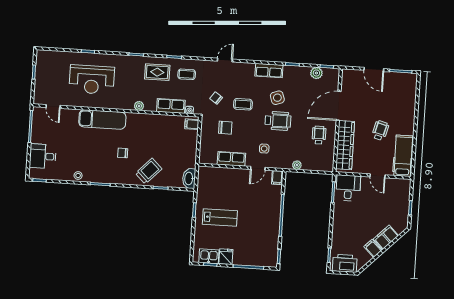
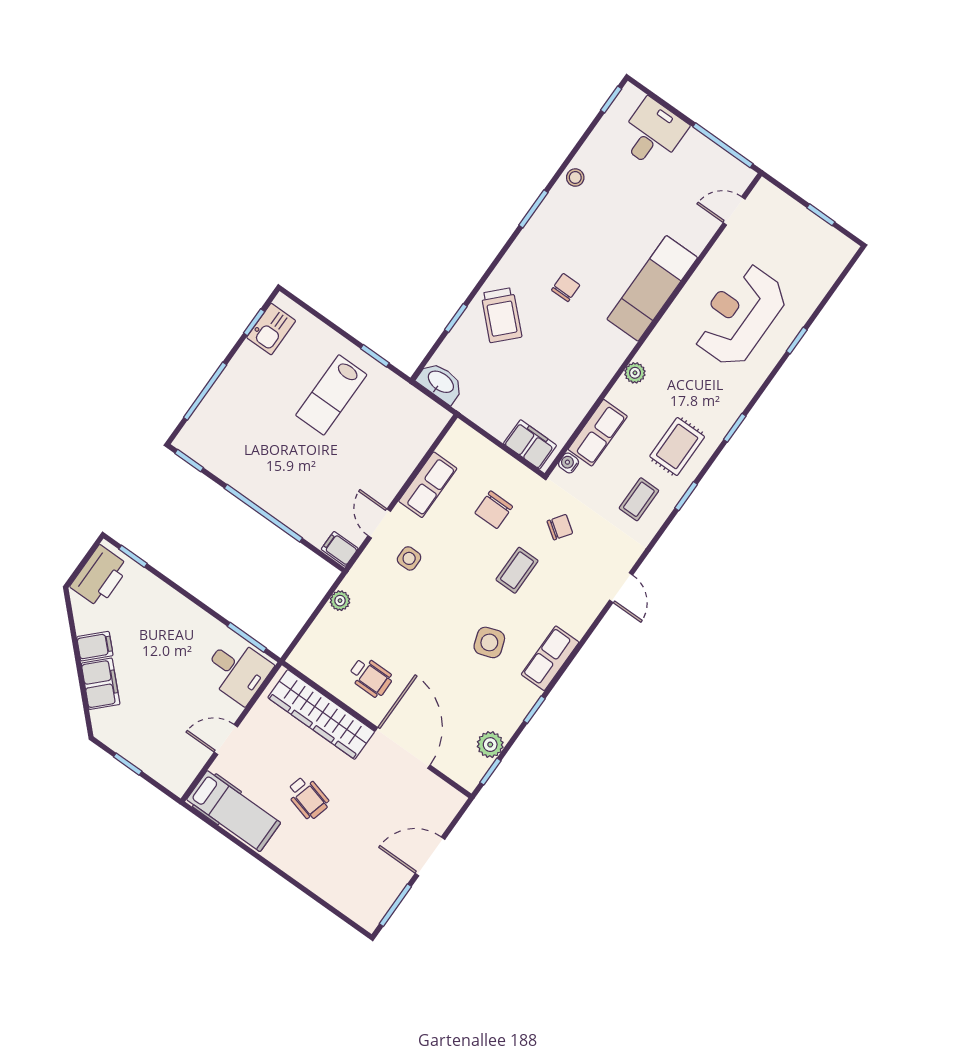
wheelchair: (278, 121) -> (445, 617), removed
filing cabinet: (192, 124) -> (530, 444), width x2.00
fridge: (226, 257) -> (251, 361), removed

